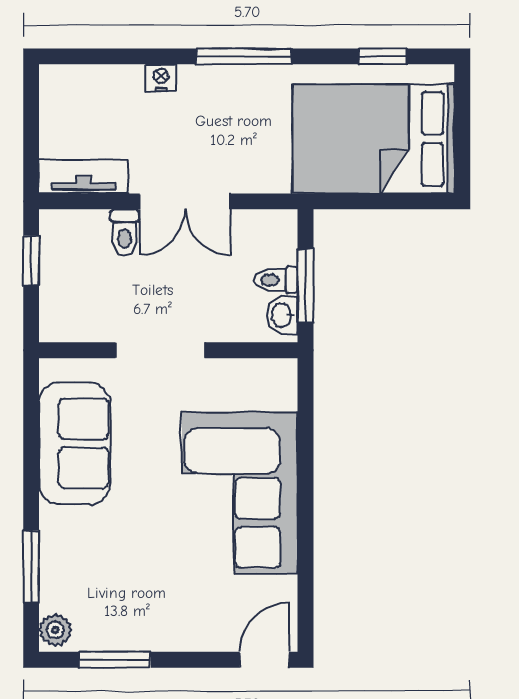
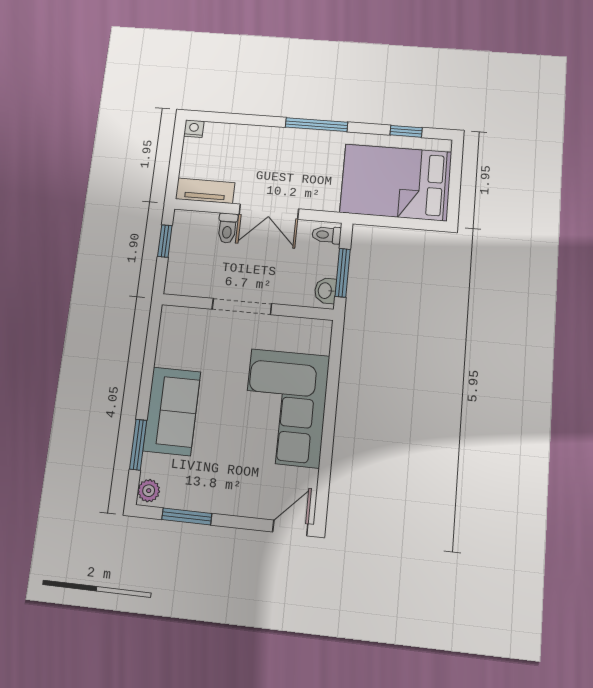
nightstand: (161, 78) -> (194, 129), moved
toilet: (276, 280) -> (327, 235), moved
sofa: (74, 443) -> (172, 411), moved

